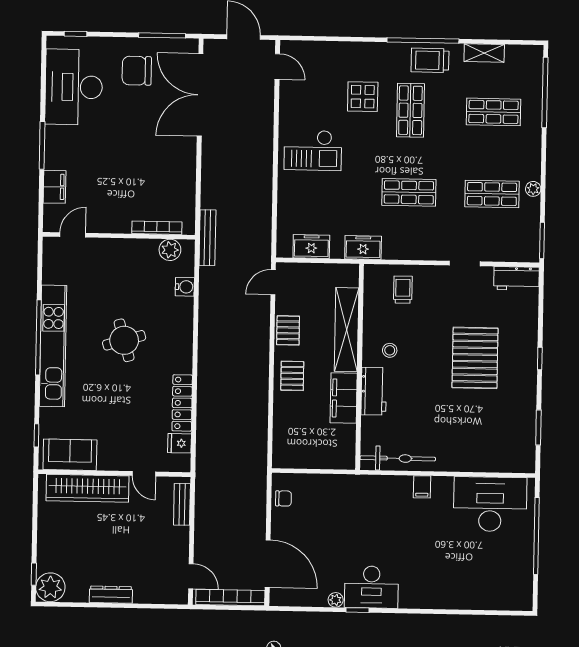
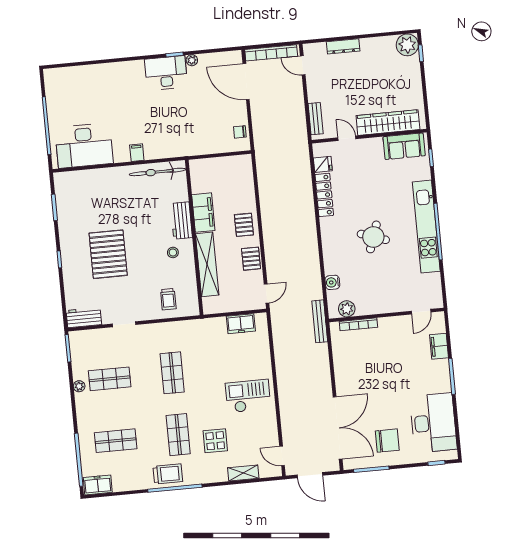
shelving: (484, 53) -> (243, 473), moved
shop shelf: (409, 192) -> (172, 373), turned 90
freezer: (363, 247) -> (98, 485), moved, turned 180
round table: (124, 340) -> (373, 237), turned 35
dresser: (111, 595) -> (343, 46), moved

